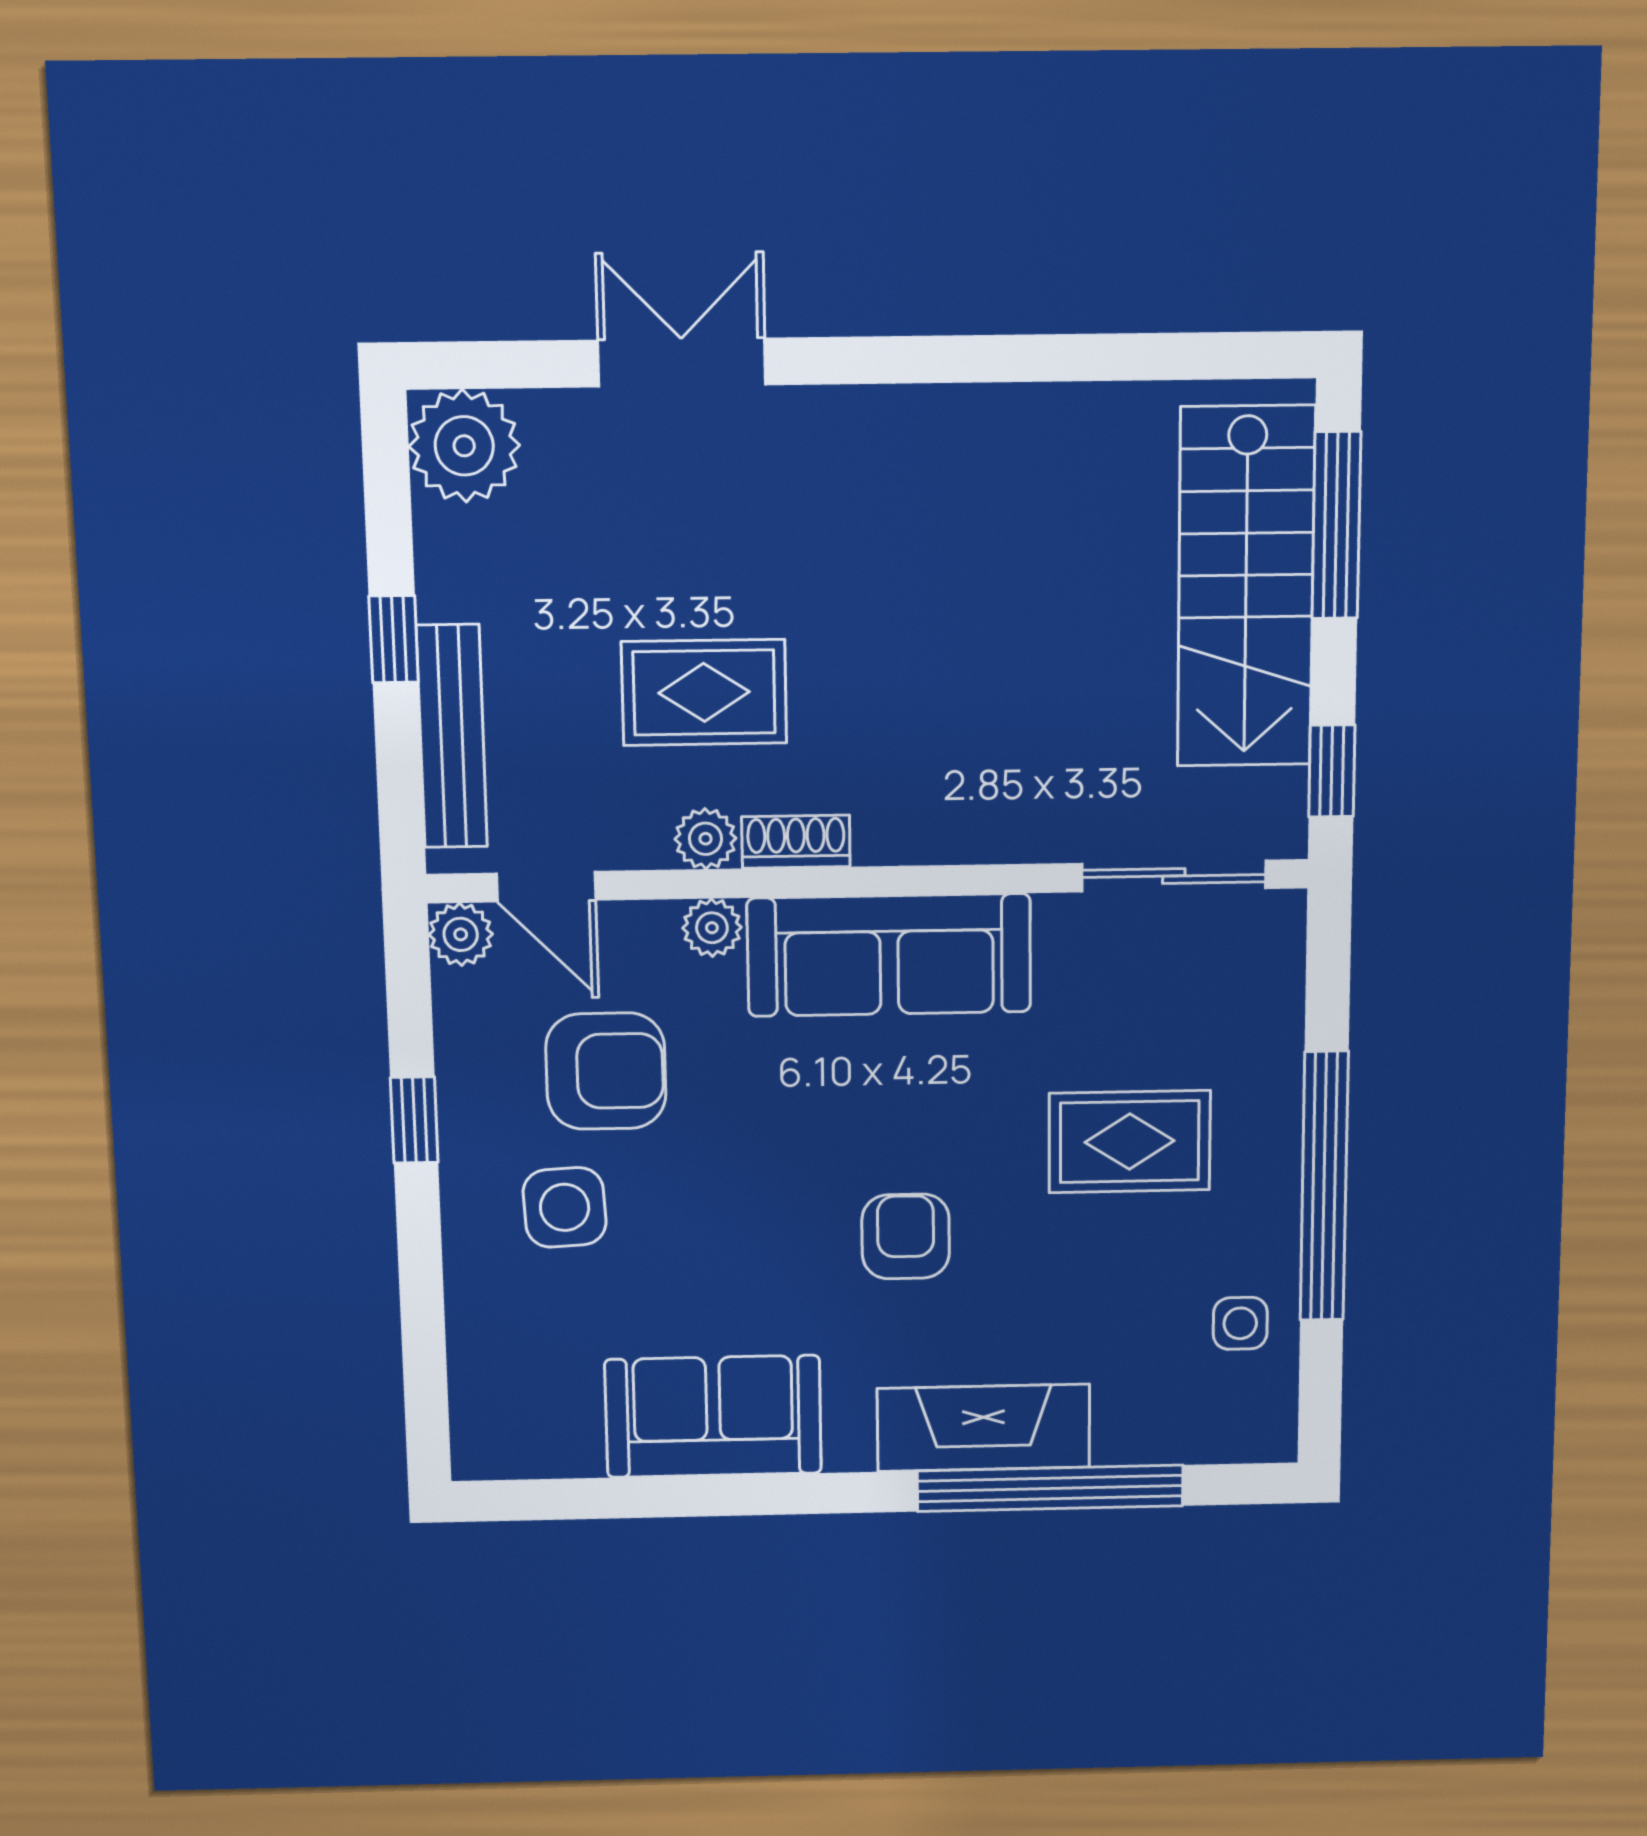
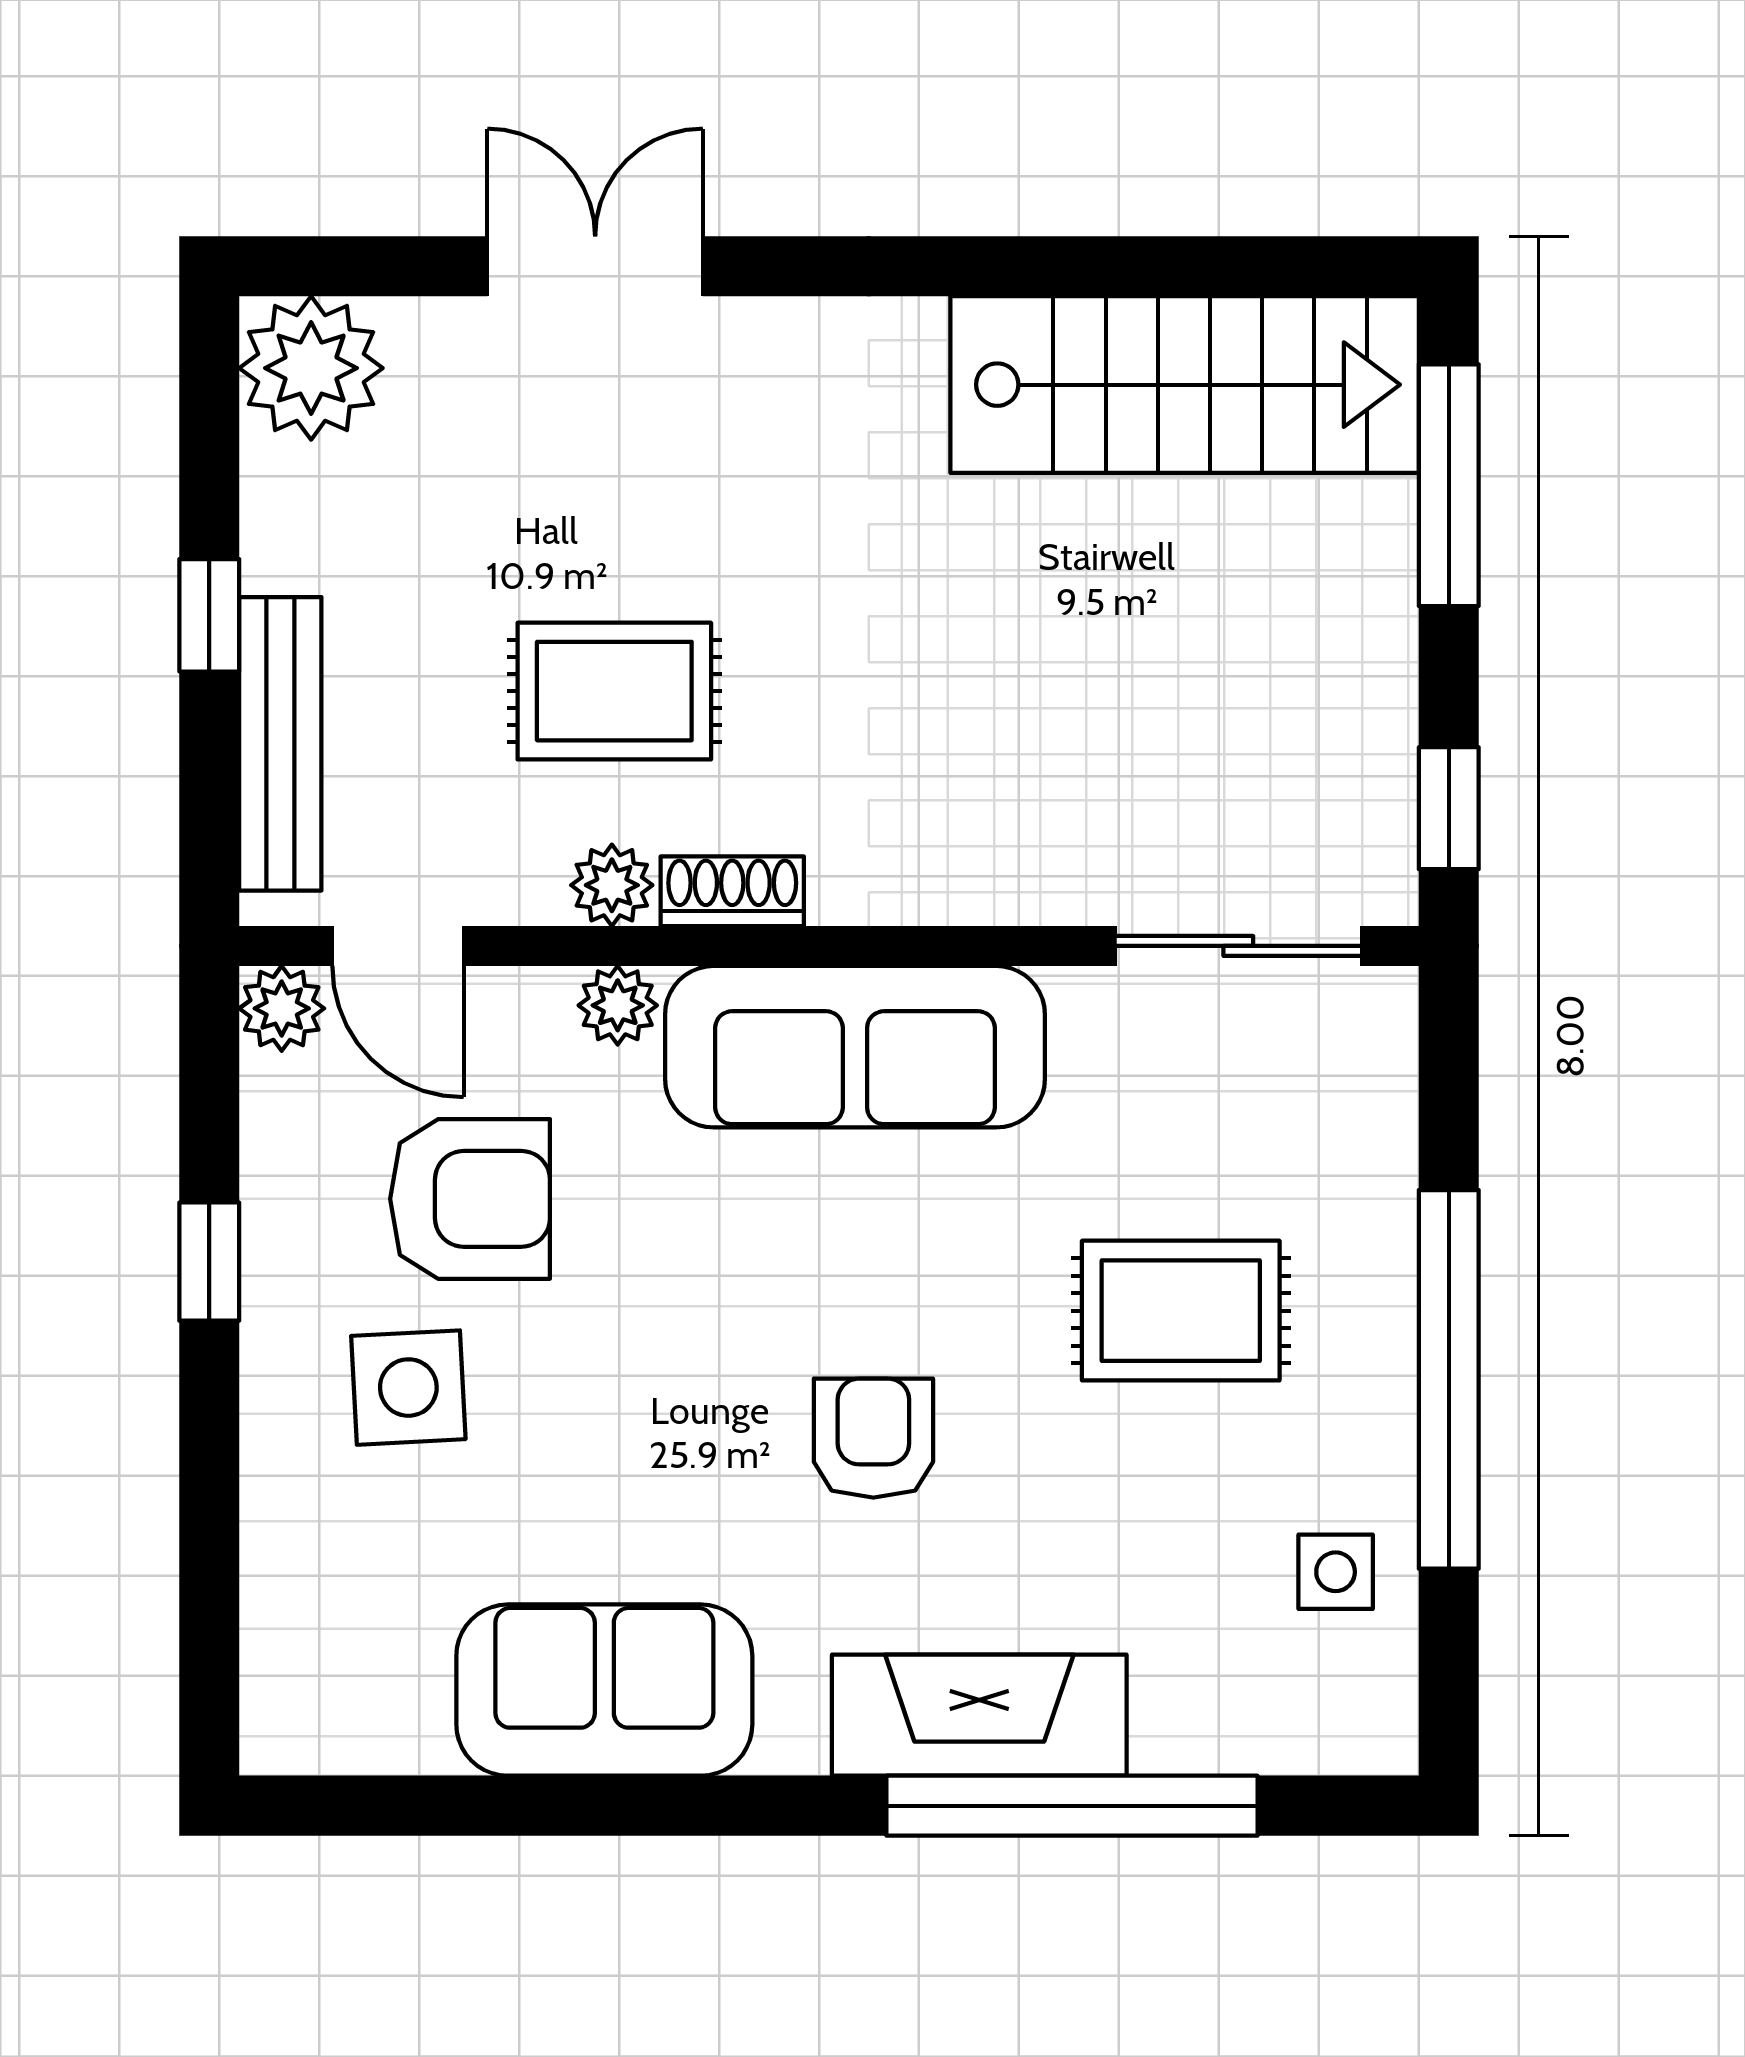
stairs: (1246, 587) -> (1185, 385), moved, turned -90

